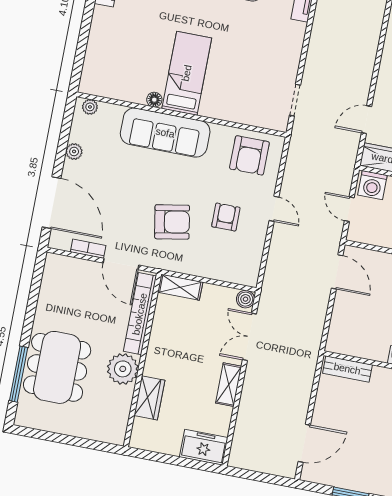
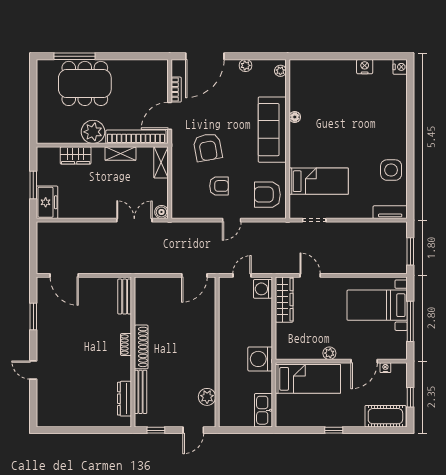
bed: (187, 73) -> (319, 181), moved
shelving: (229, 385) -> (120, 154), moved
window: (178, 461) -> (33, 185), added

